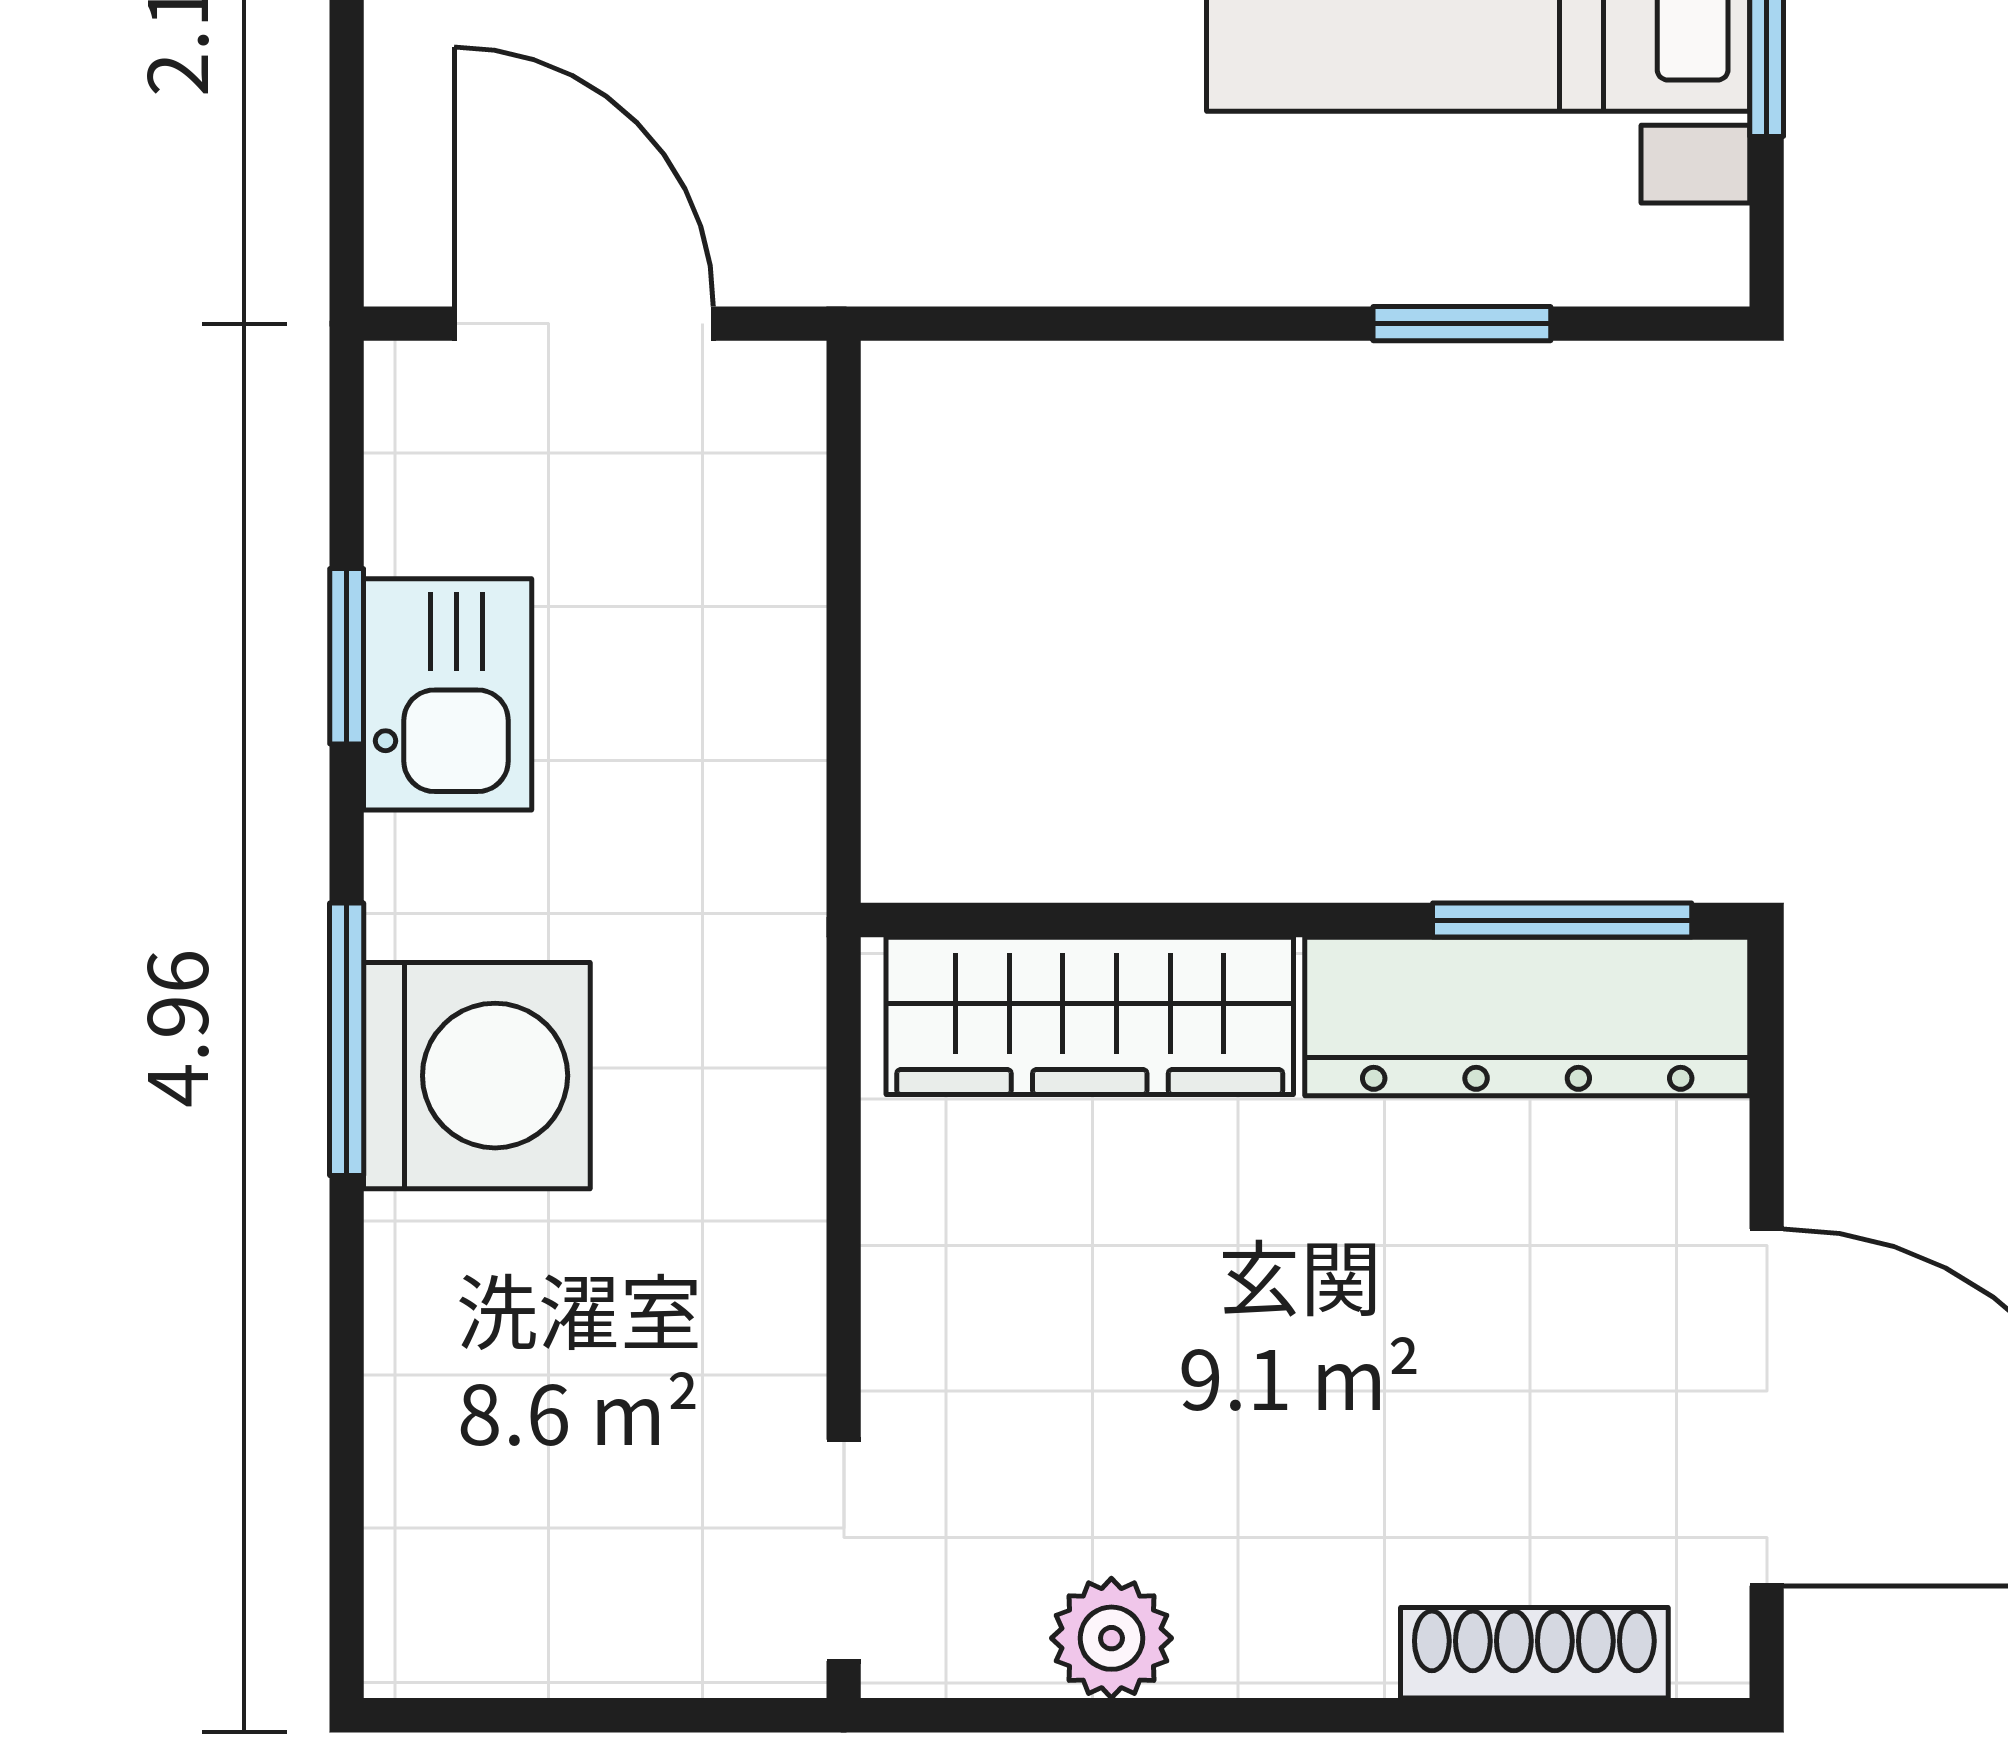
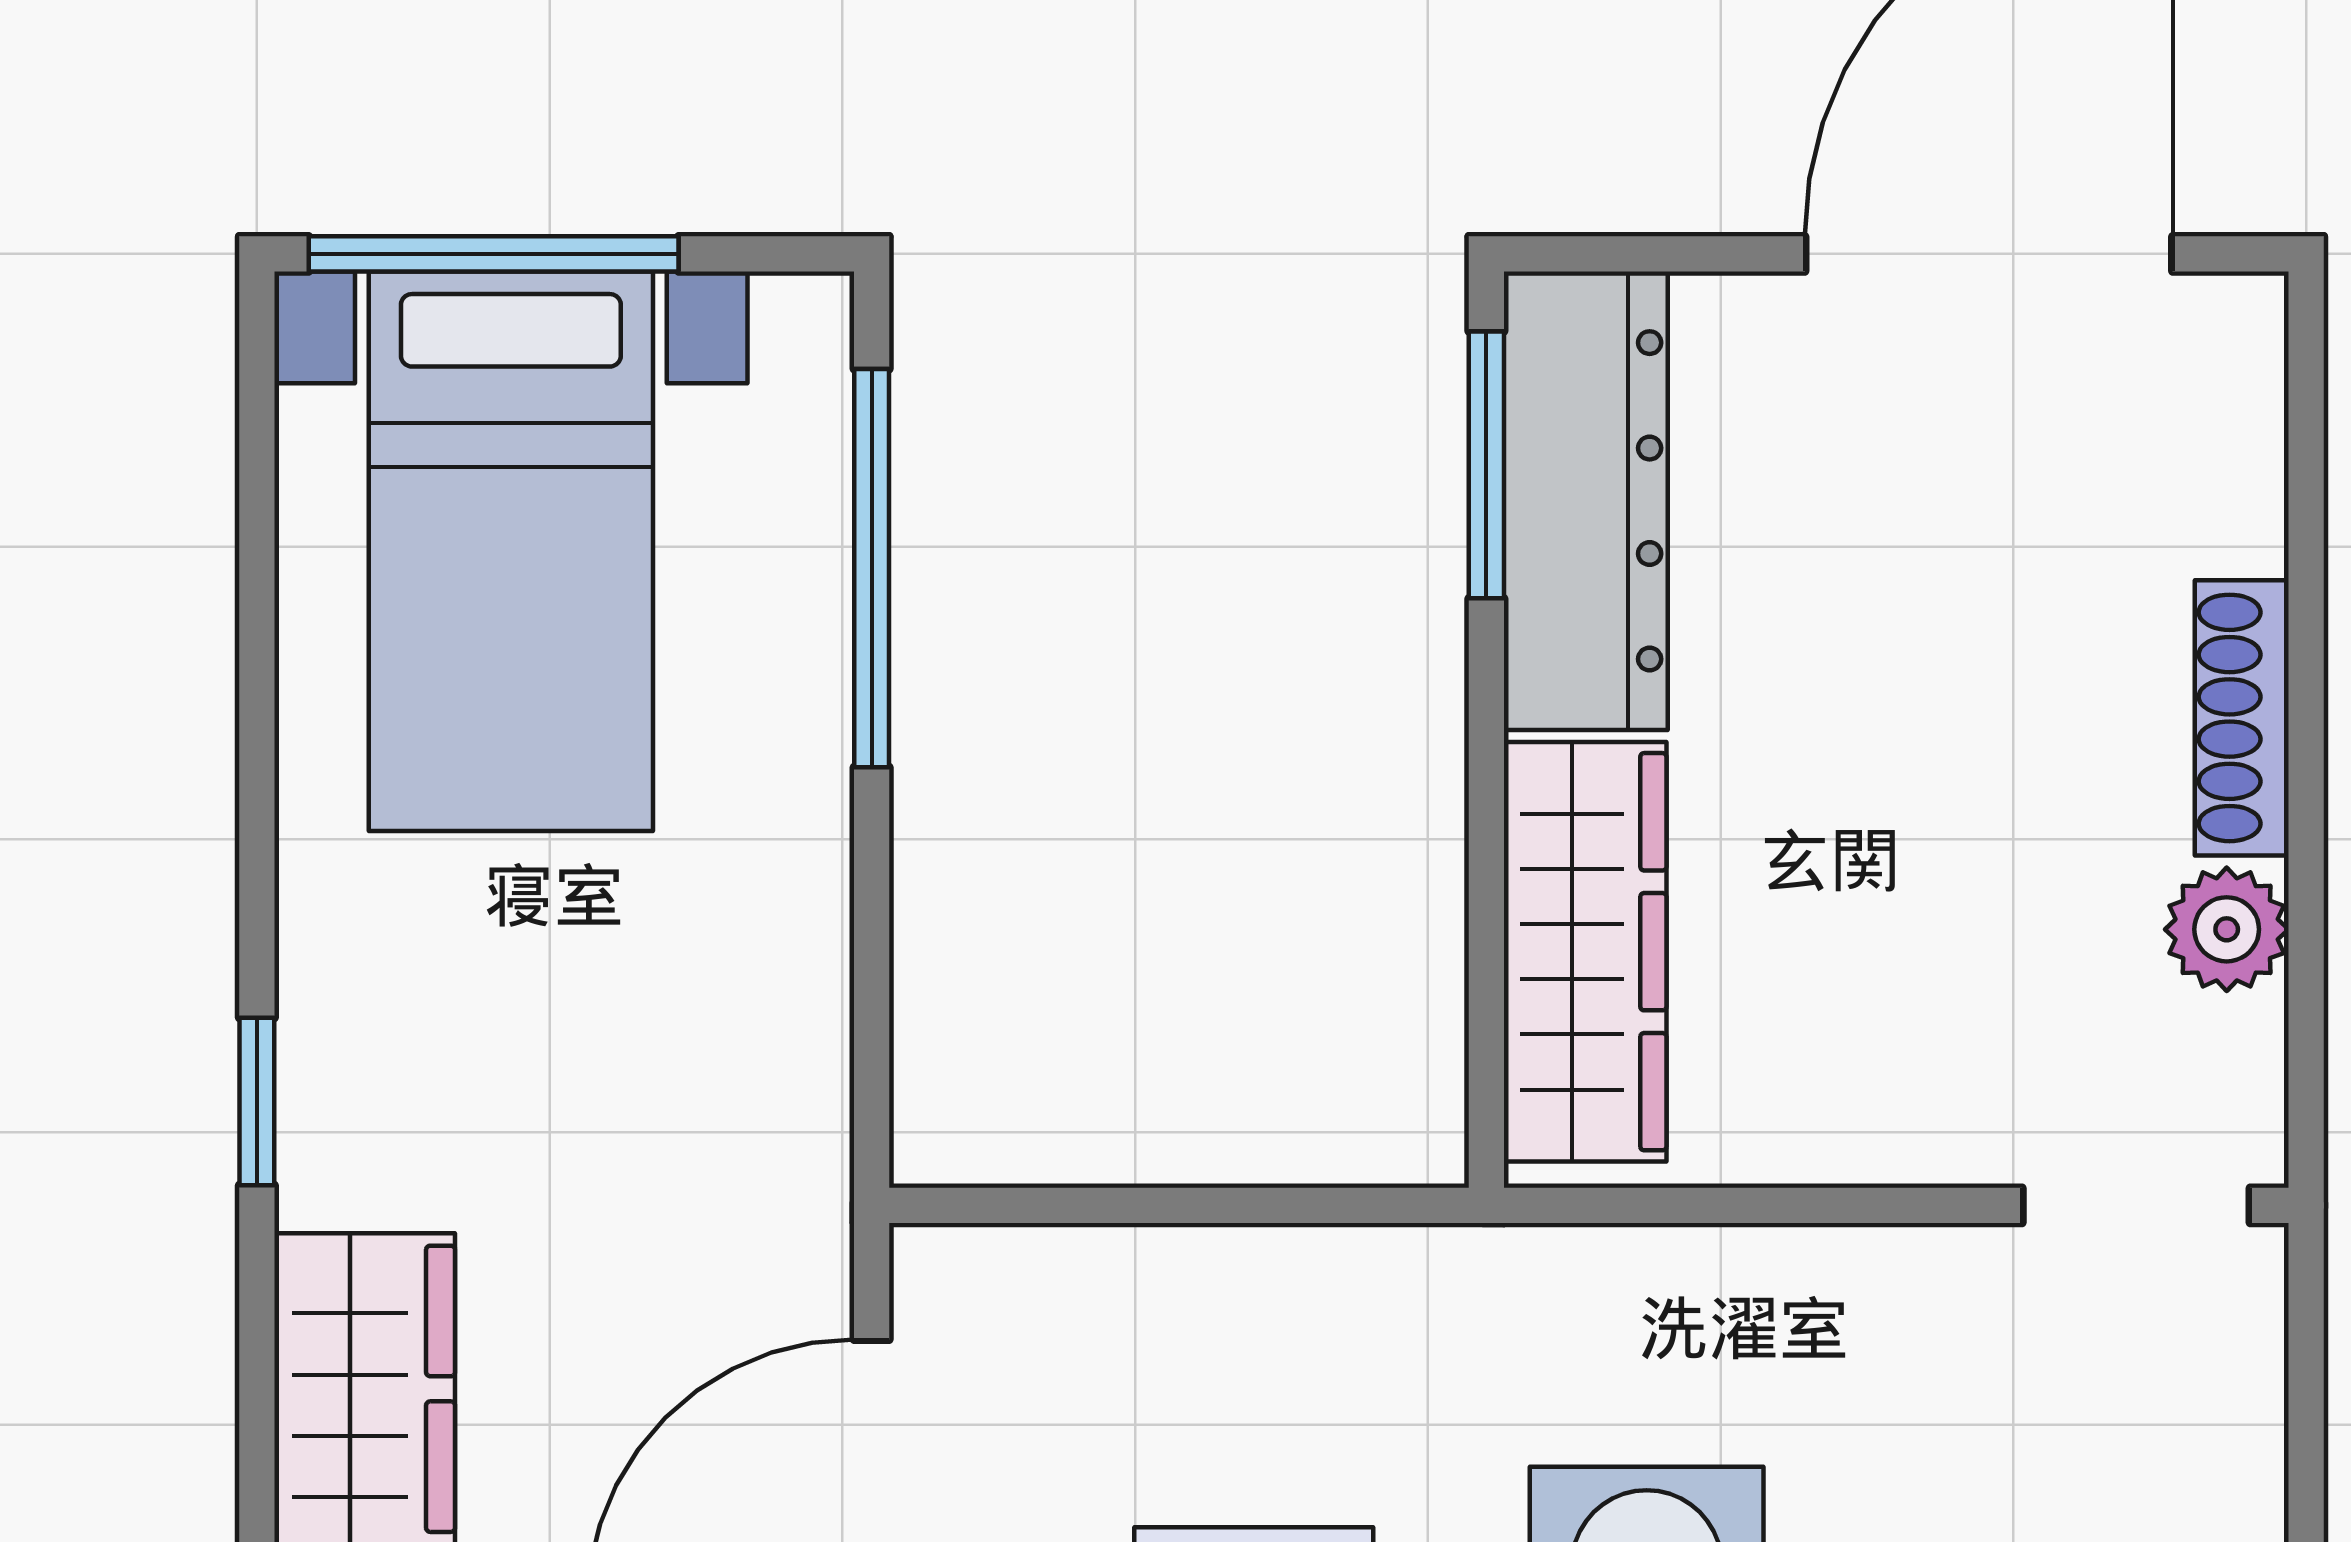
window: (1462, 324) -> (872, 568), width x2.17
shoe rack: (1534, 1653) -> (2242, 718), moved

